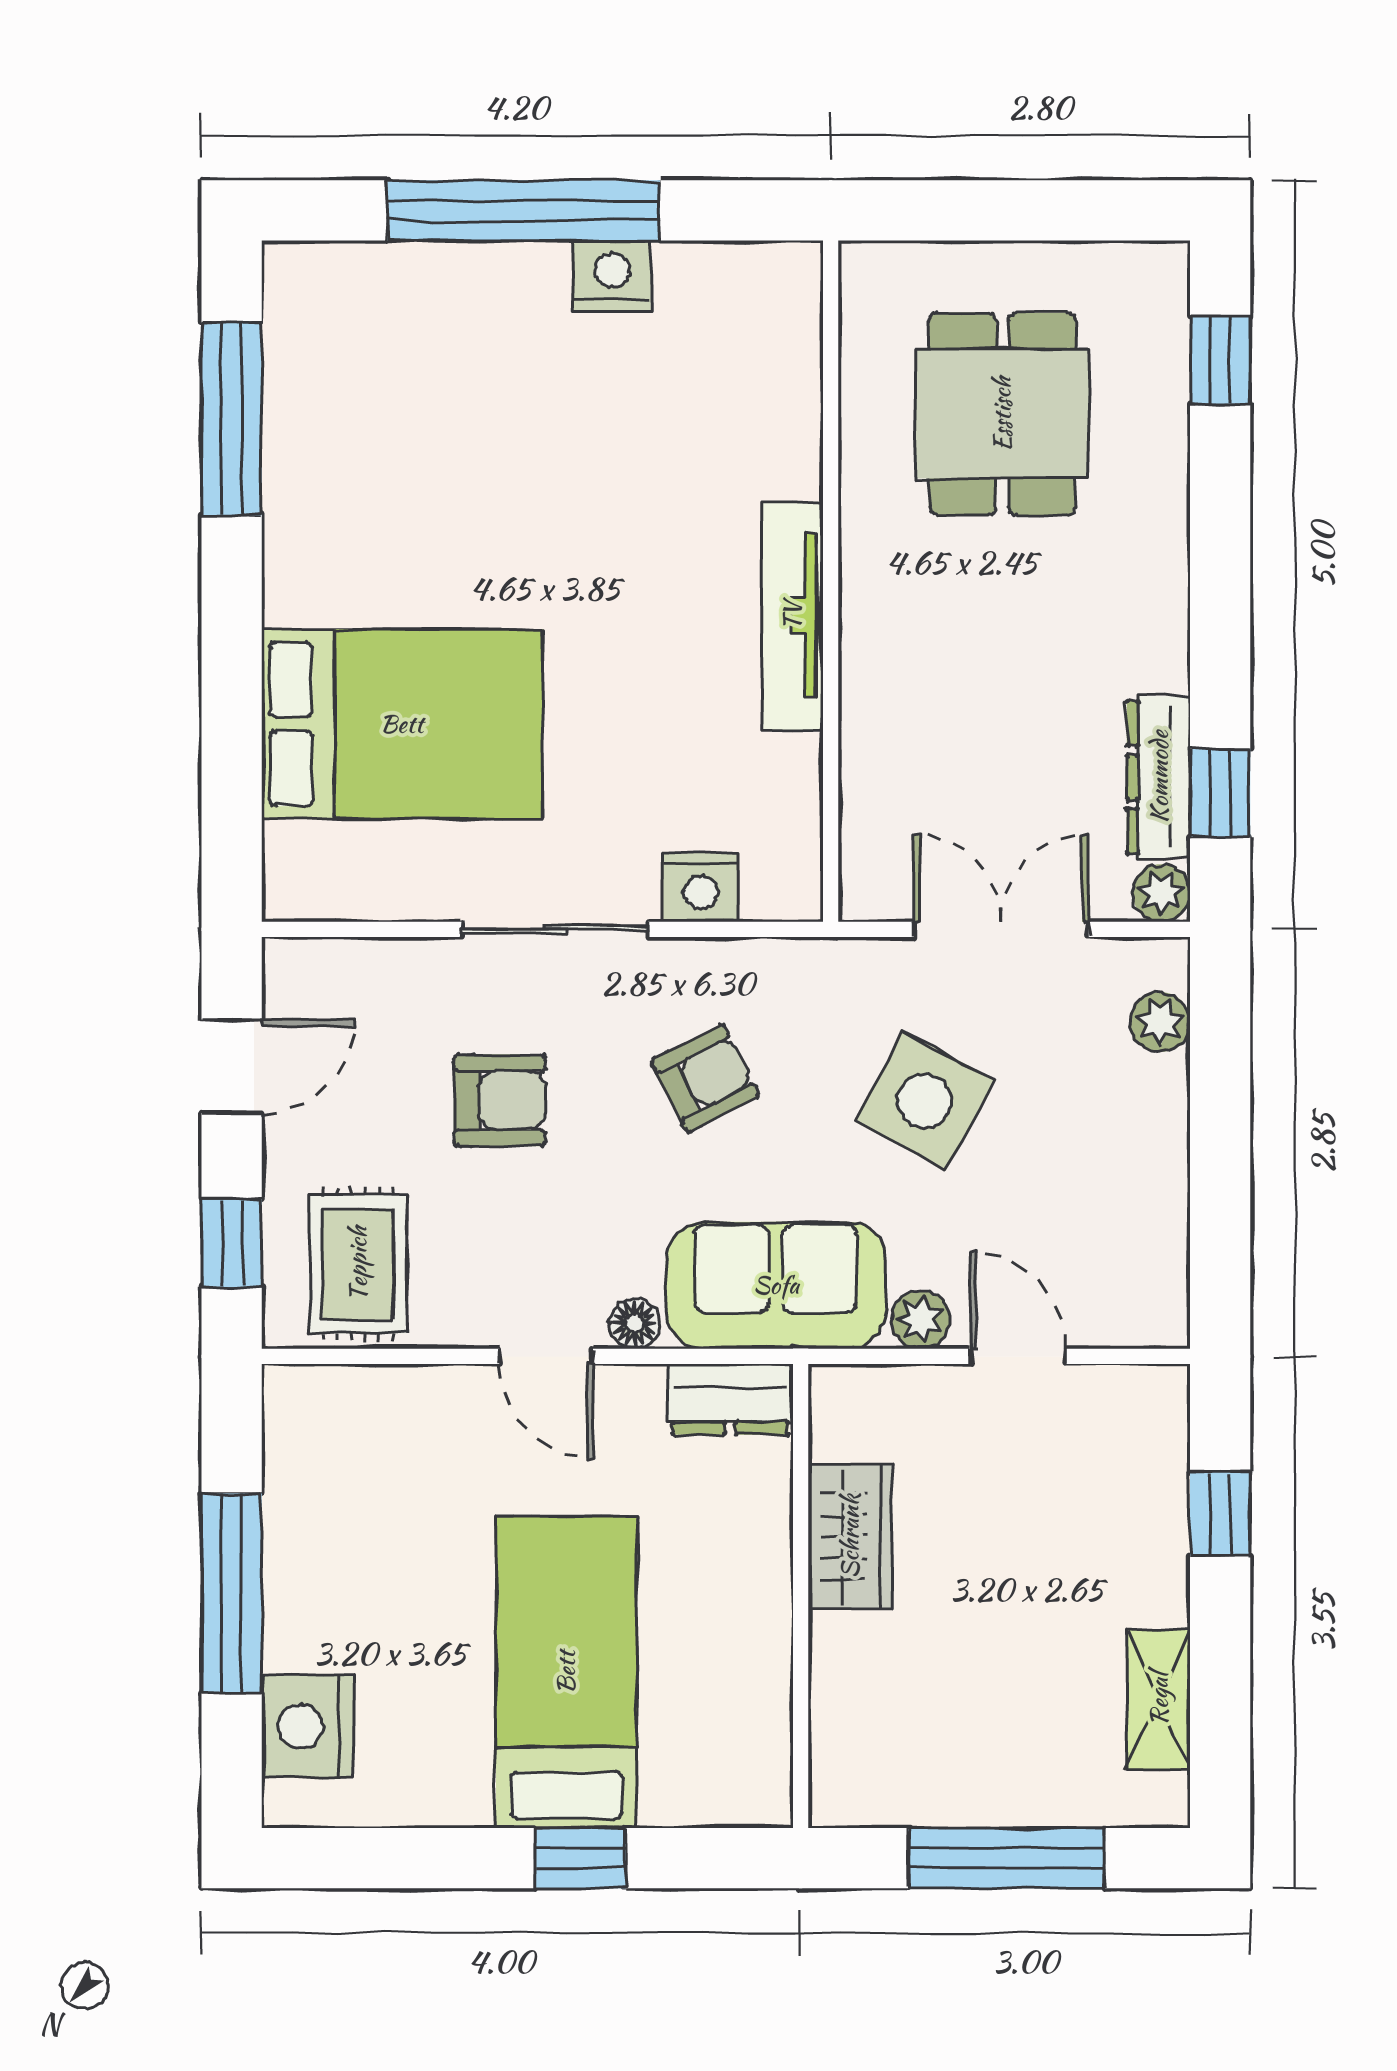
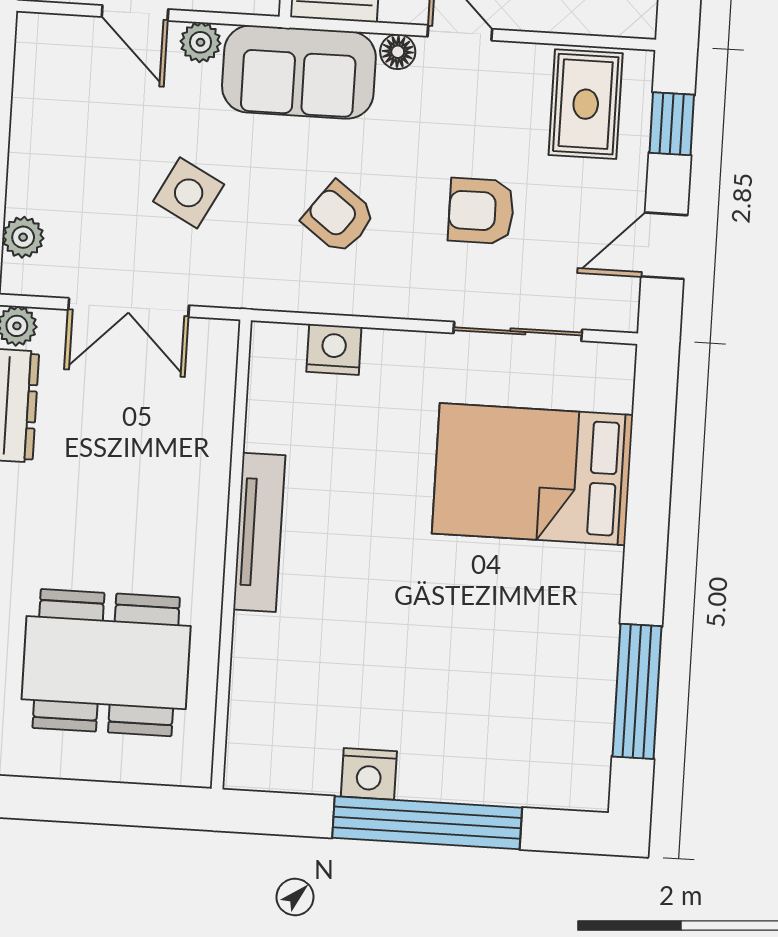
dining table: (1002, 414) -> (106, 663), width x1.38
sliding door: (555, 929) -> (518, 331), moved
armchair: (705, 1078) -> (339, 218), turned 64
side table: (925, 1101) -> (189, 193), width x0.73, depth x0.73

